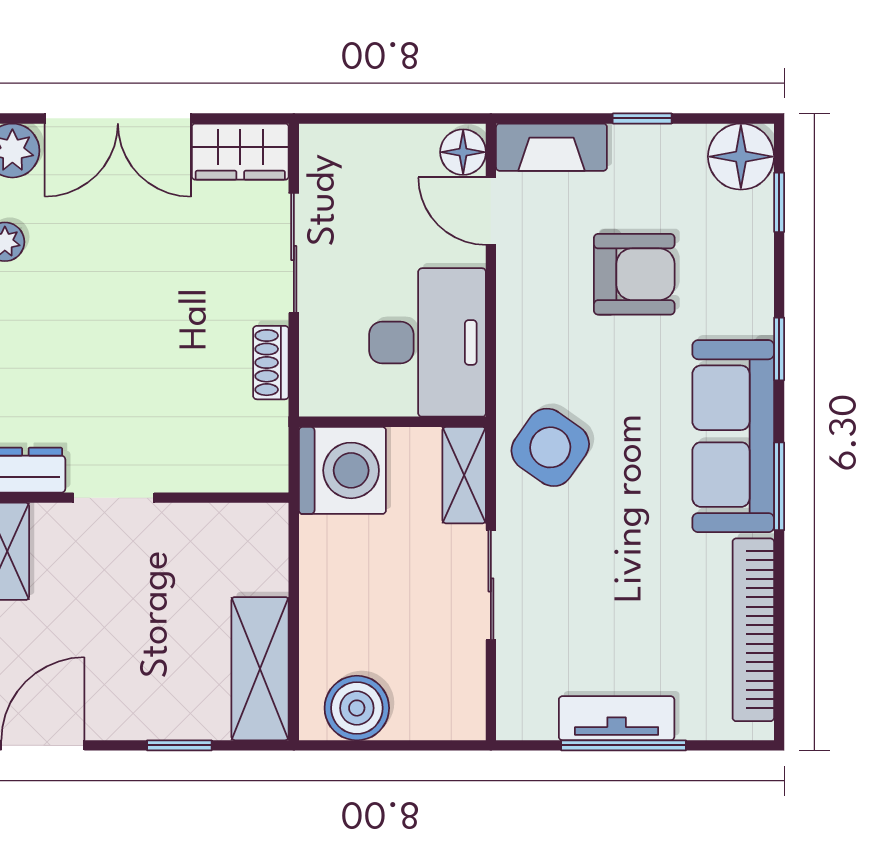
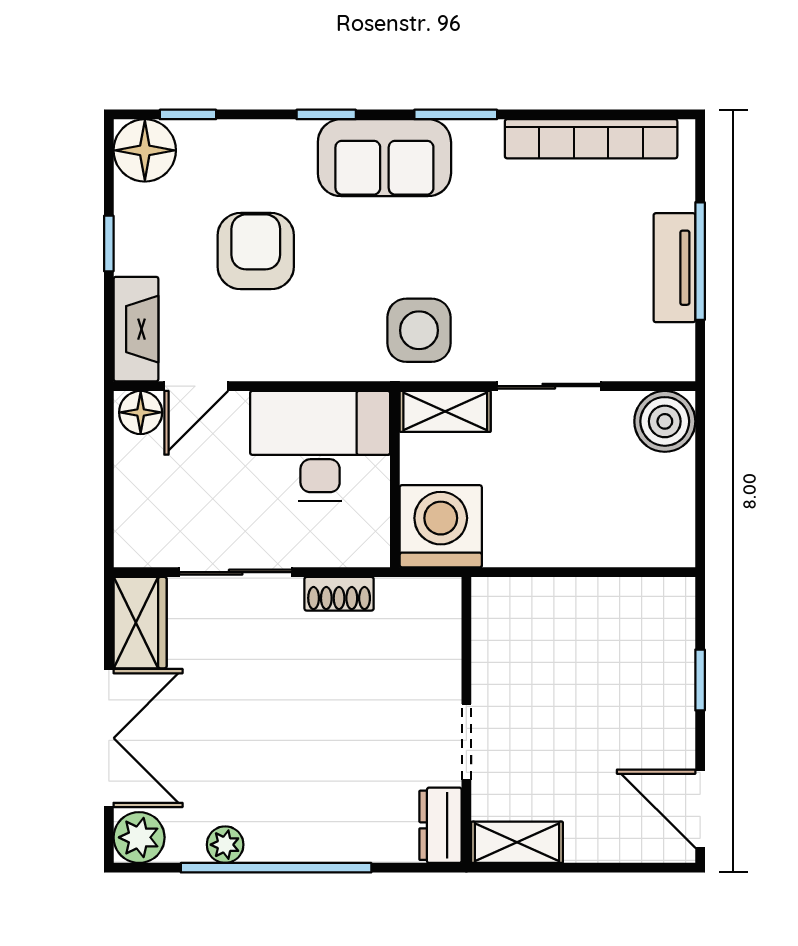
sofa: (733, 436) -> (384, 158), width x0.73
side table: (550, 447) -> (419, 330), turned -35
shelving: (260, 669) -> (628, 604), removed
boiler: (357, 708) -> (665, 421), moved

